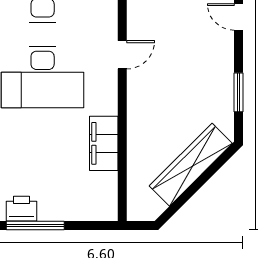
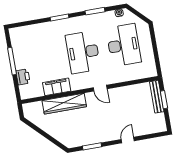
wardrobe: (191, 165) -> (64, 104), moved, turned 135
printer: (21, 209) -> (23, 77), moved

